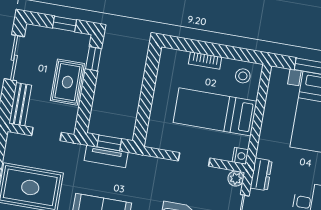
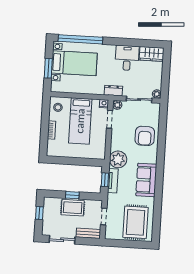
window: (93, 59) -> (72, 195), moved
doorway: (194, 159) -> (110, 119), moved
plant: (142, 169) -> (118, 159), added

